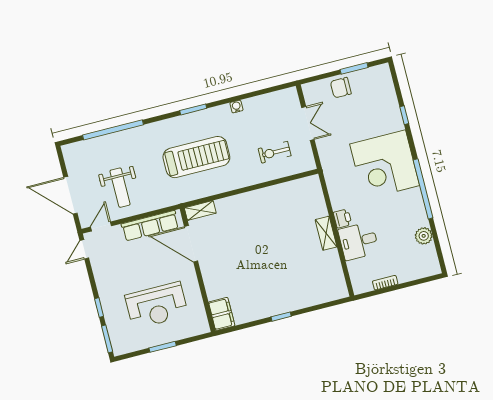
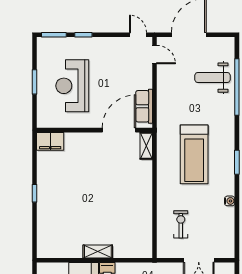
weight bench: (120, 188) -> (213, 78), moved
row of seats: (150, 226) -> (144, 106), width x0.68

